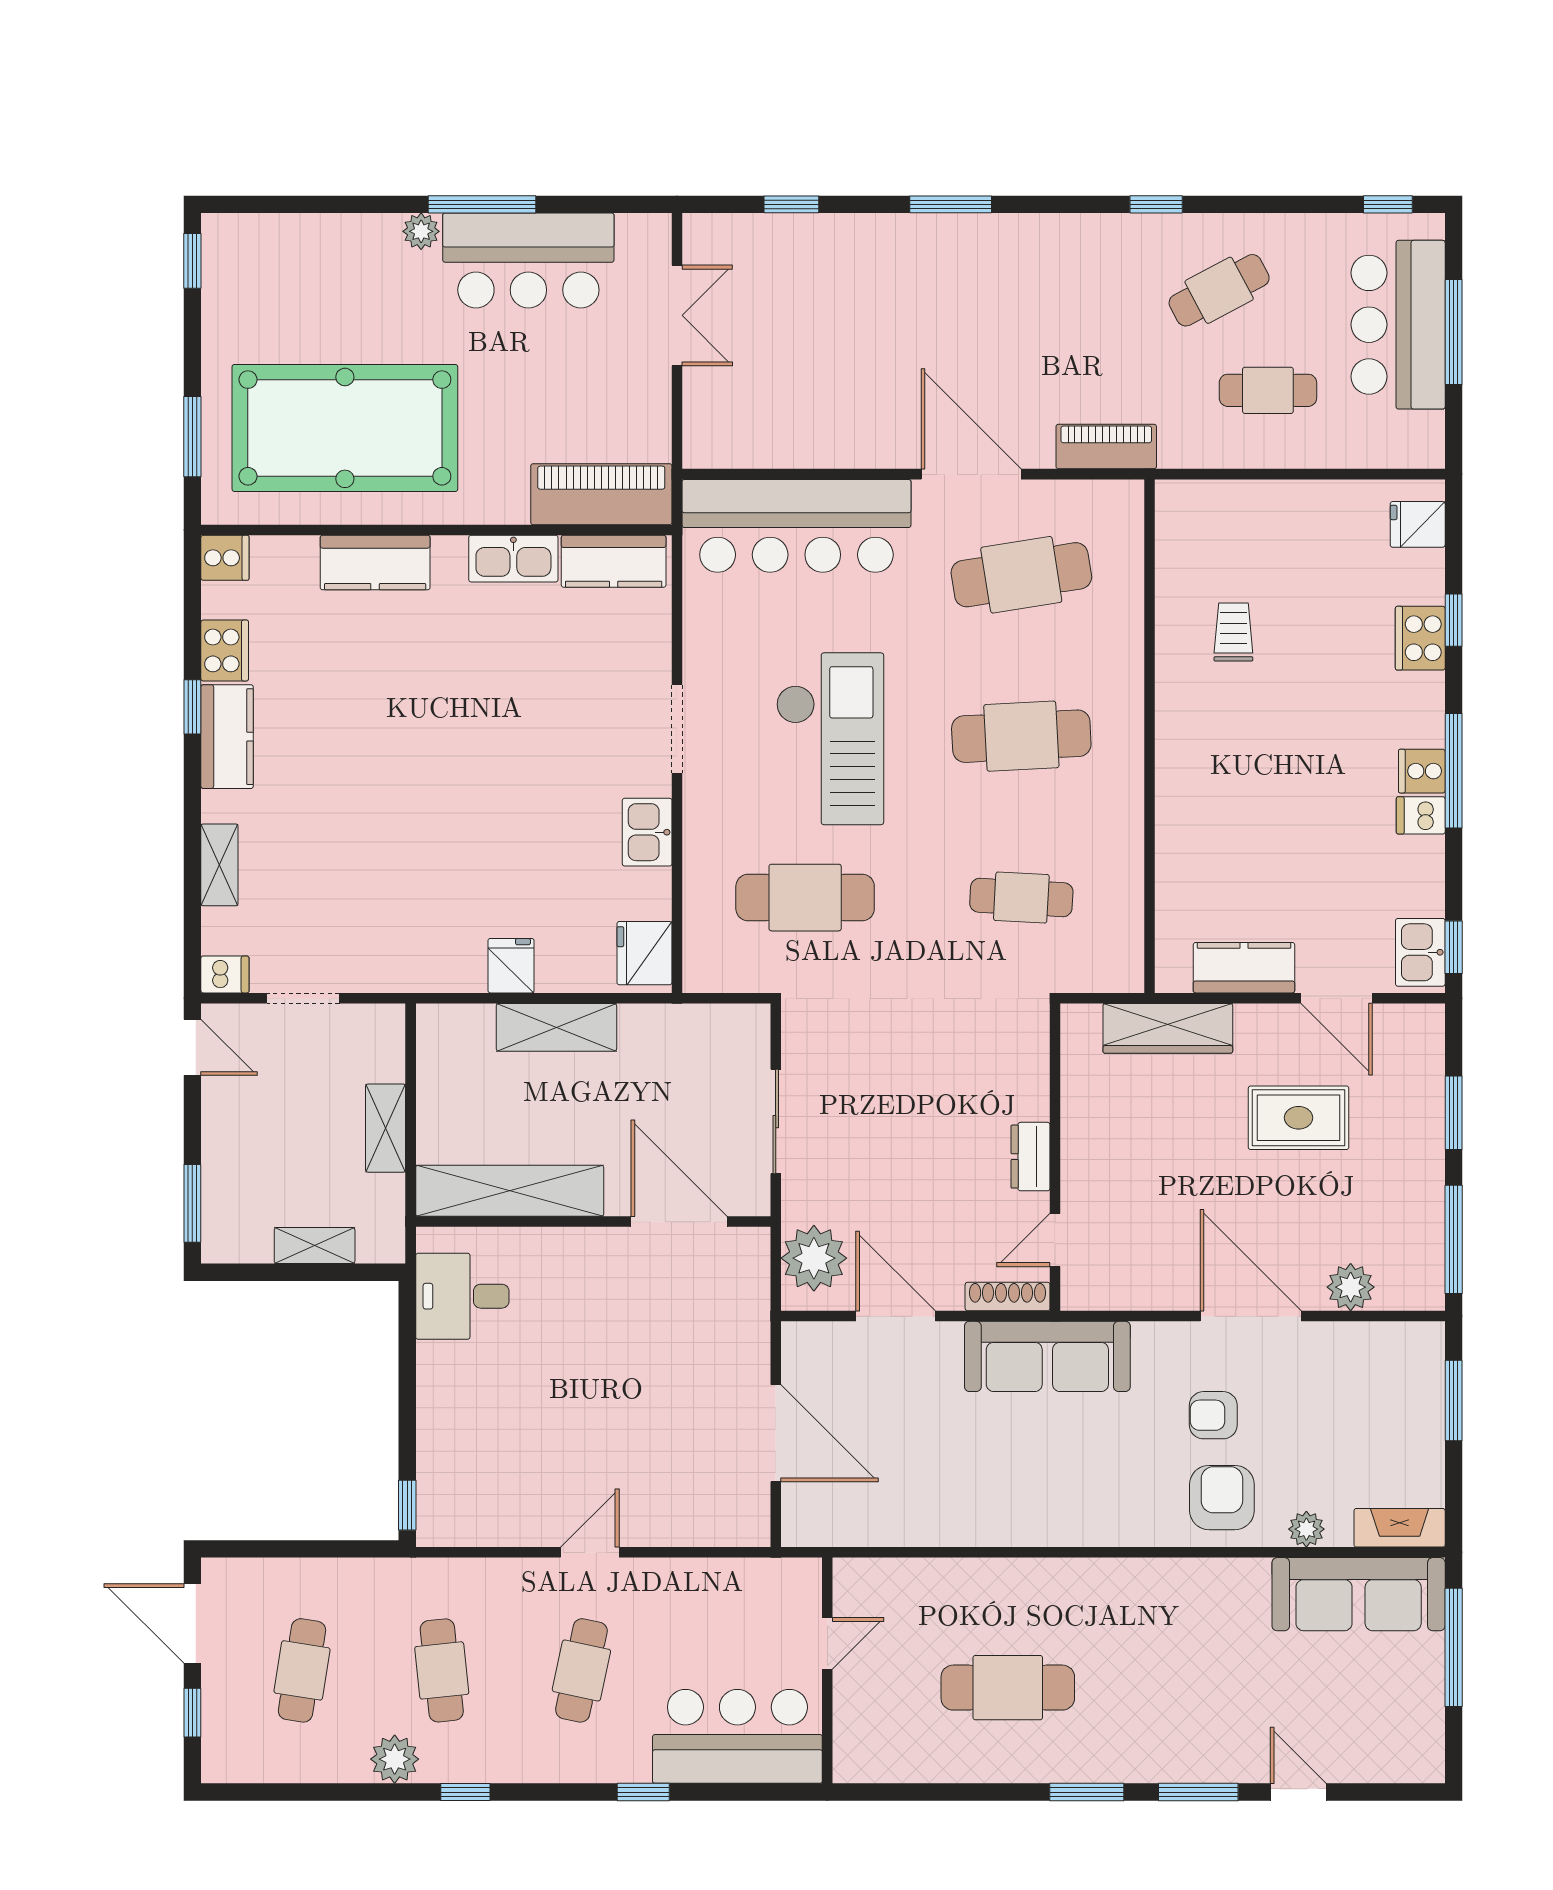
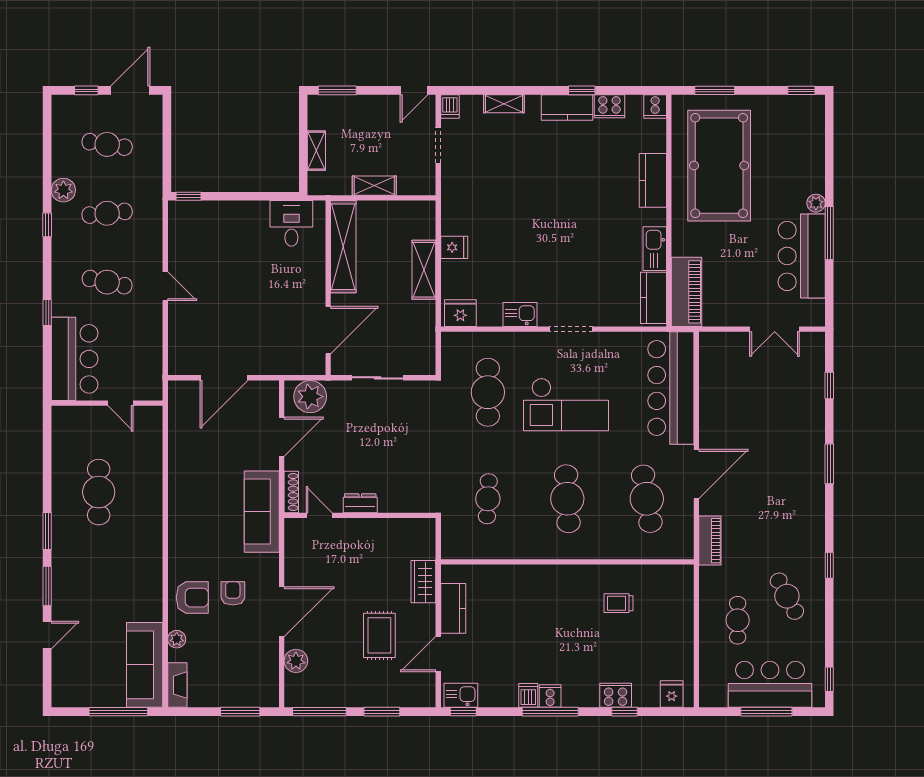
trolley: (1233, 632) -> (619, 603), turned 180
wardrobe: (1168, 1028) -> (423, 582), width x0.67

